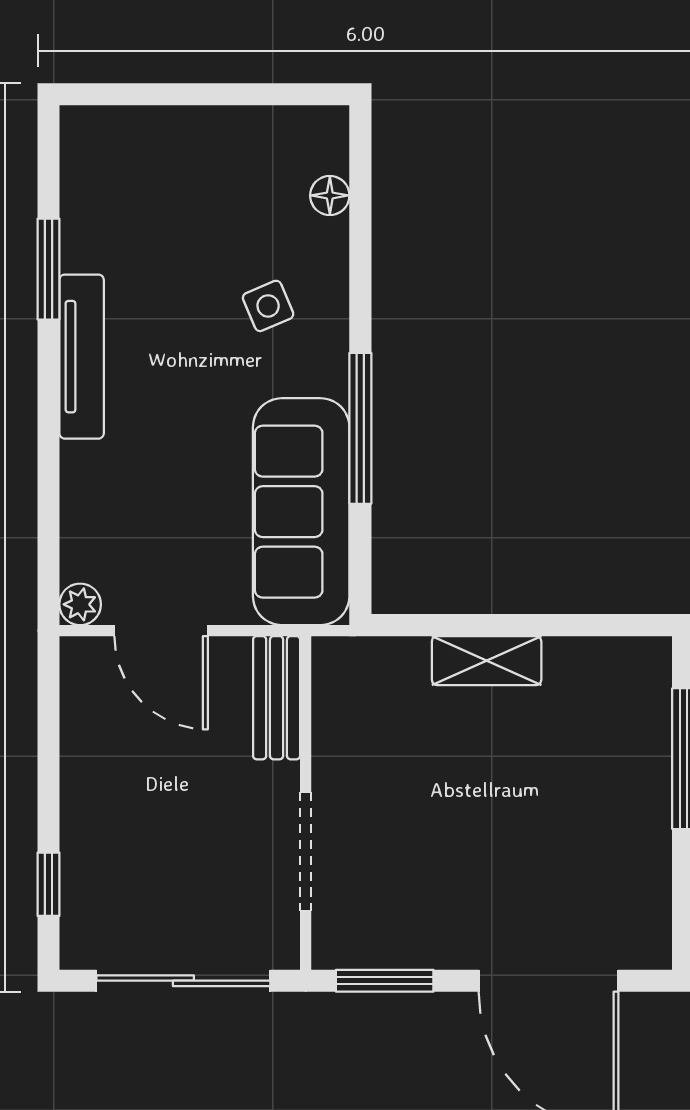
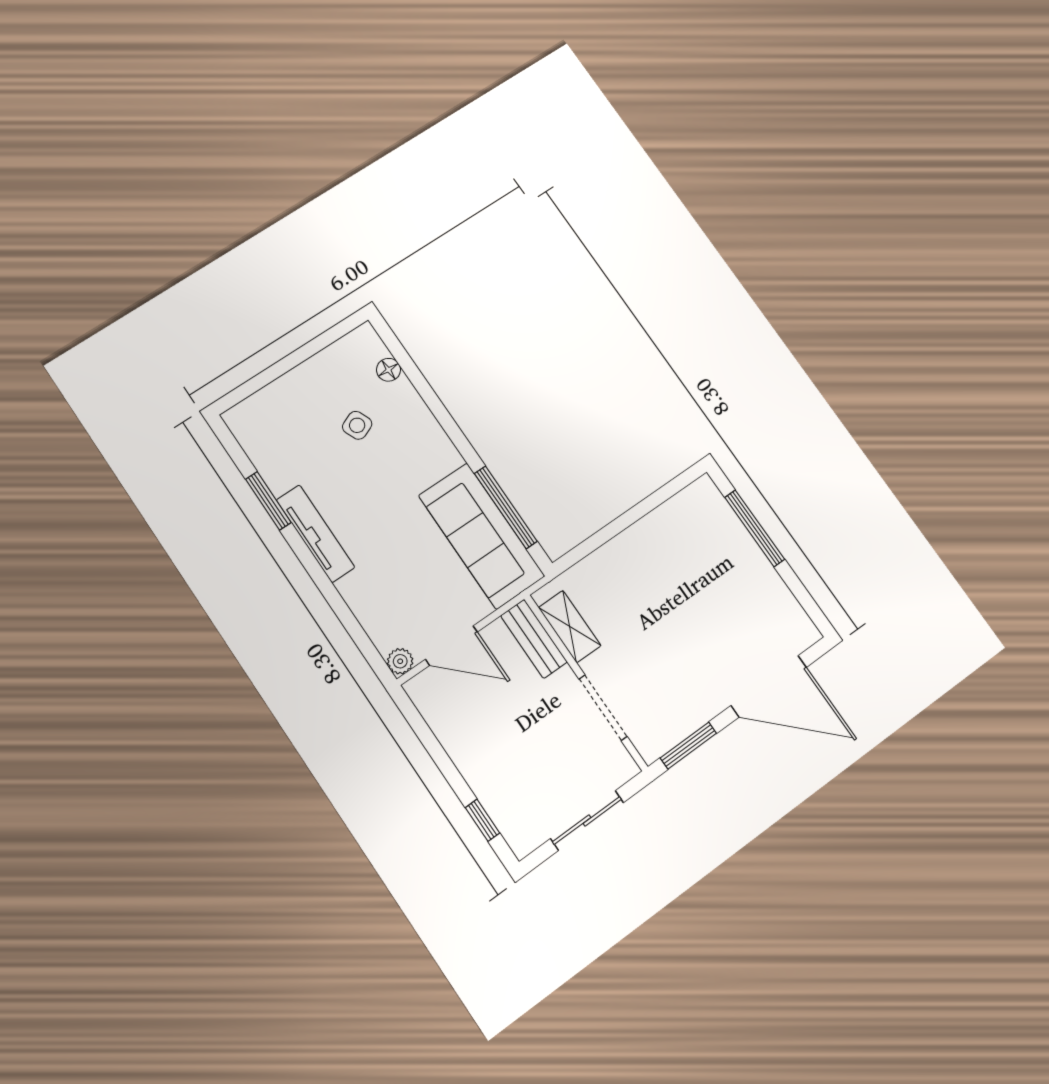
side table: (268, 306) -> (357, 425), moved
window: (360, 428) -> (506, 507), moved
shelving: (487, 661) -> (570, 627), moved, turned 90
sliding door: (183, 981) -> (587, 820), width x0.73

